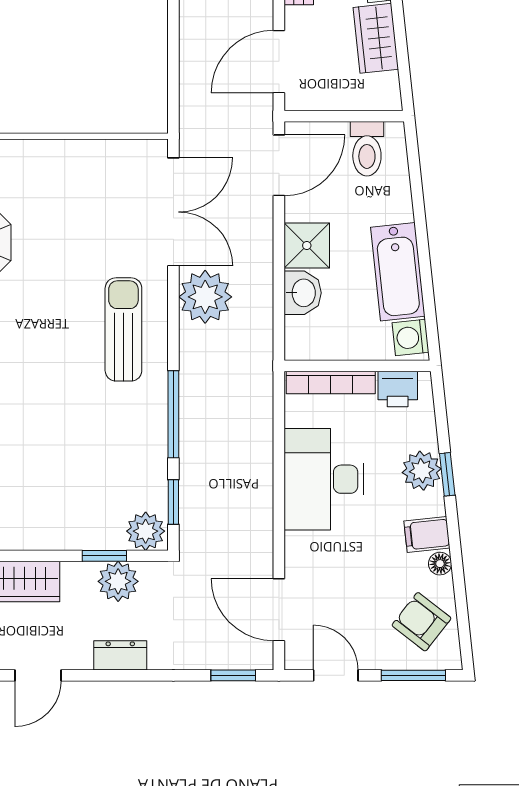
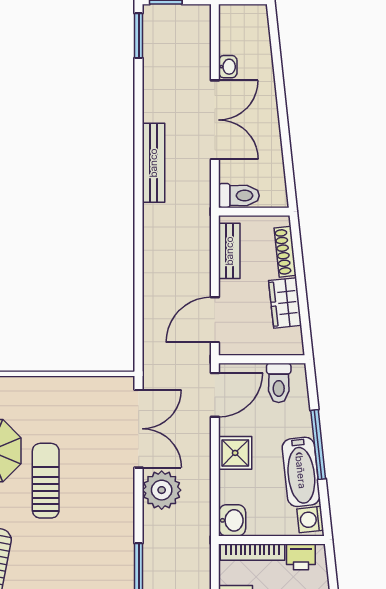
window: (421, 234) -> (318, 445), added
washbasin: (303, 293) -> (232, 520), moved
sun lounger: (123, 329) -> (46, 481), moved

